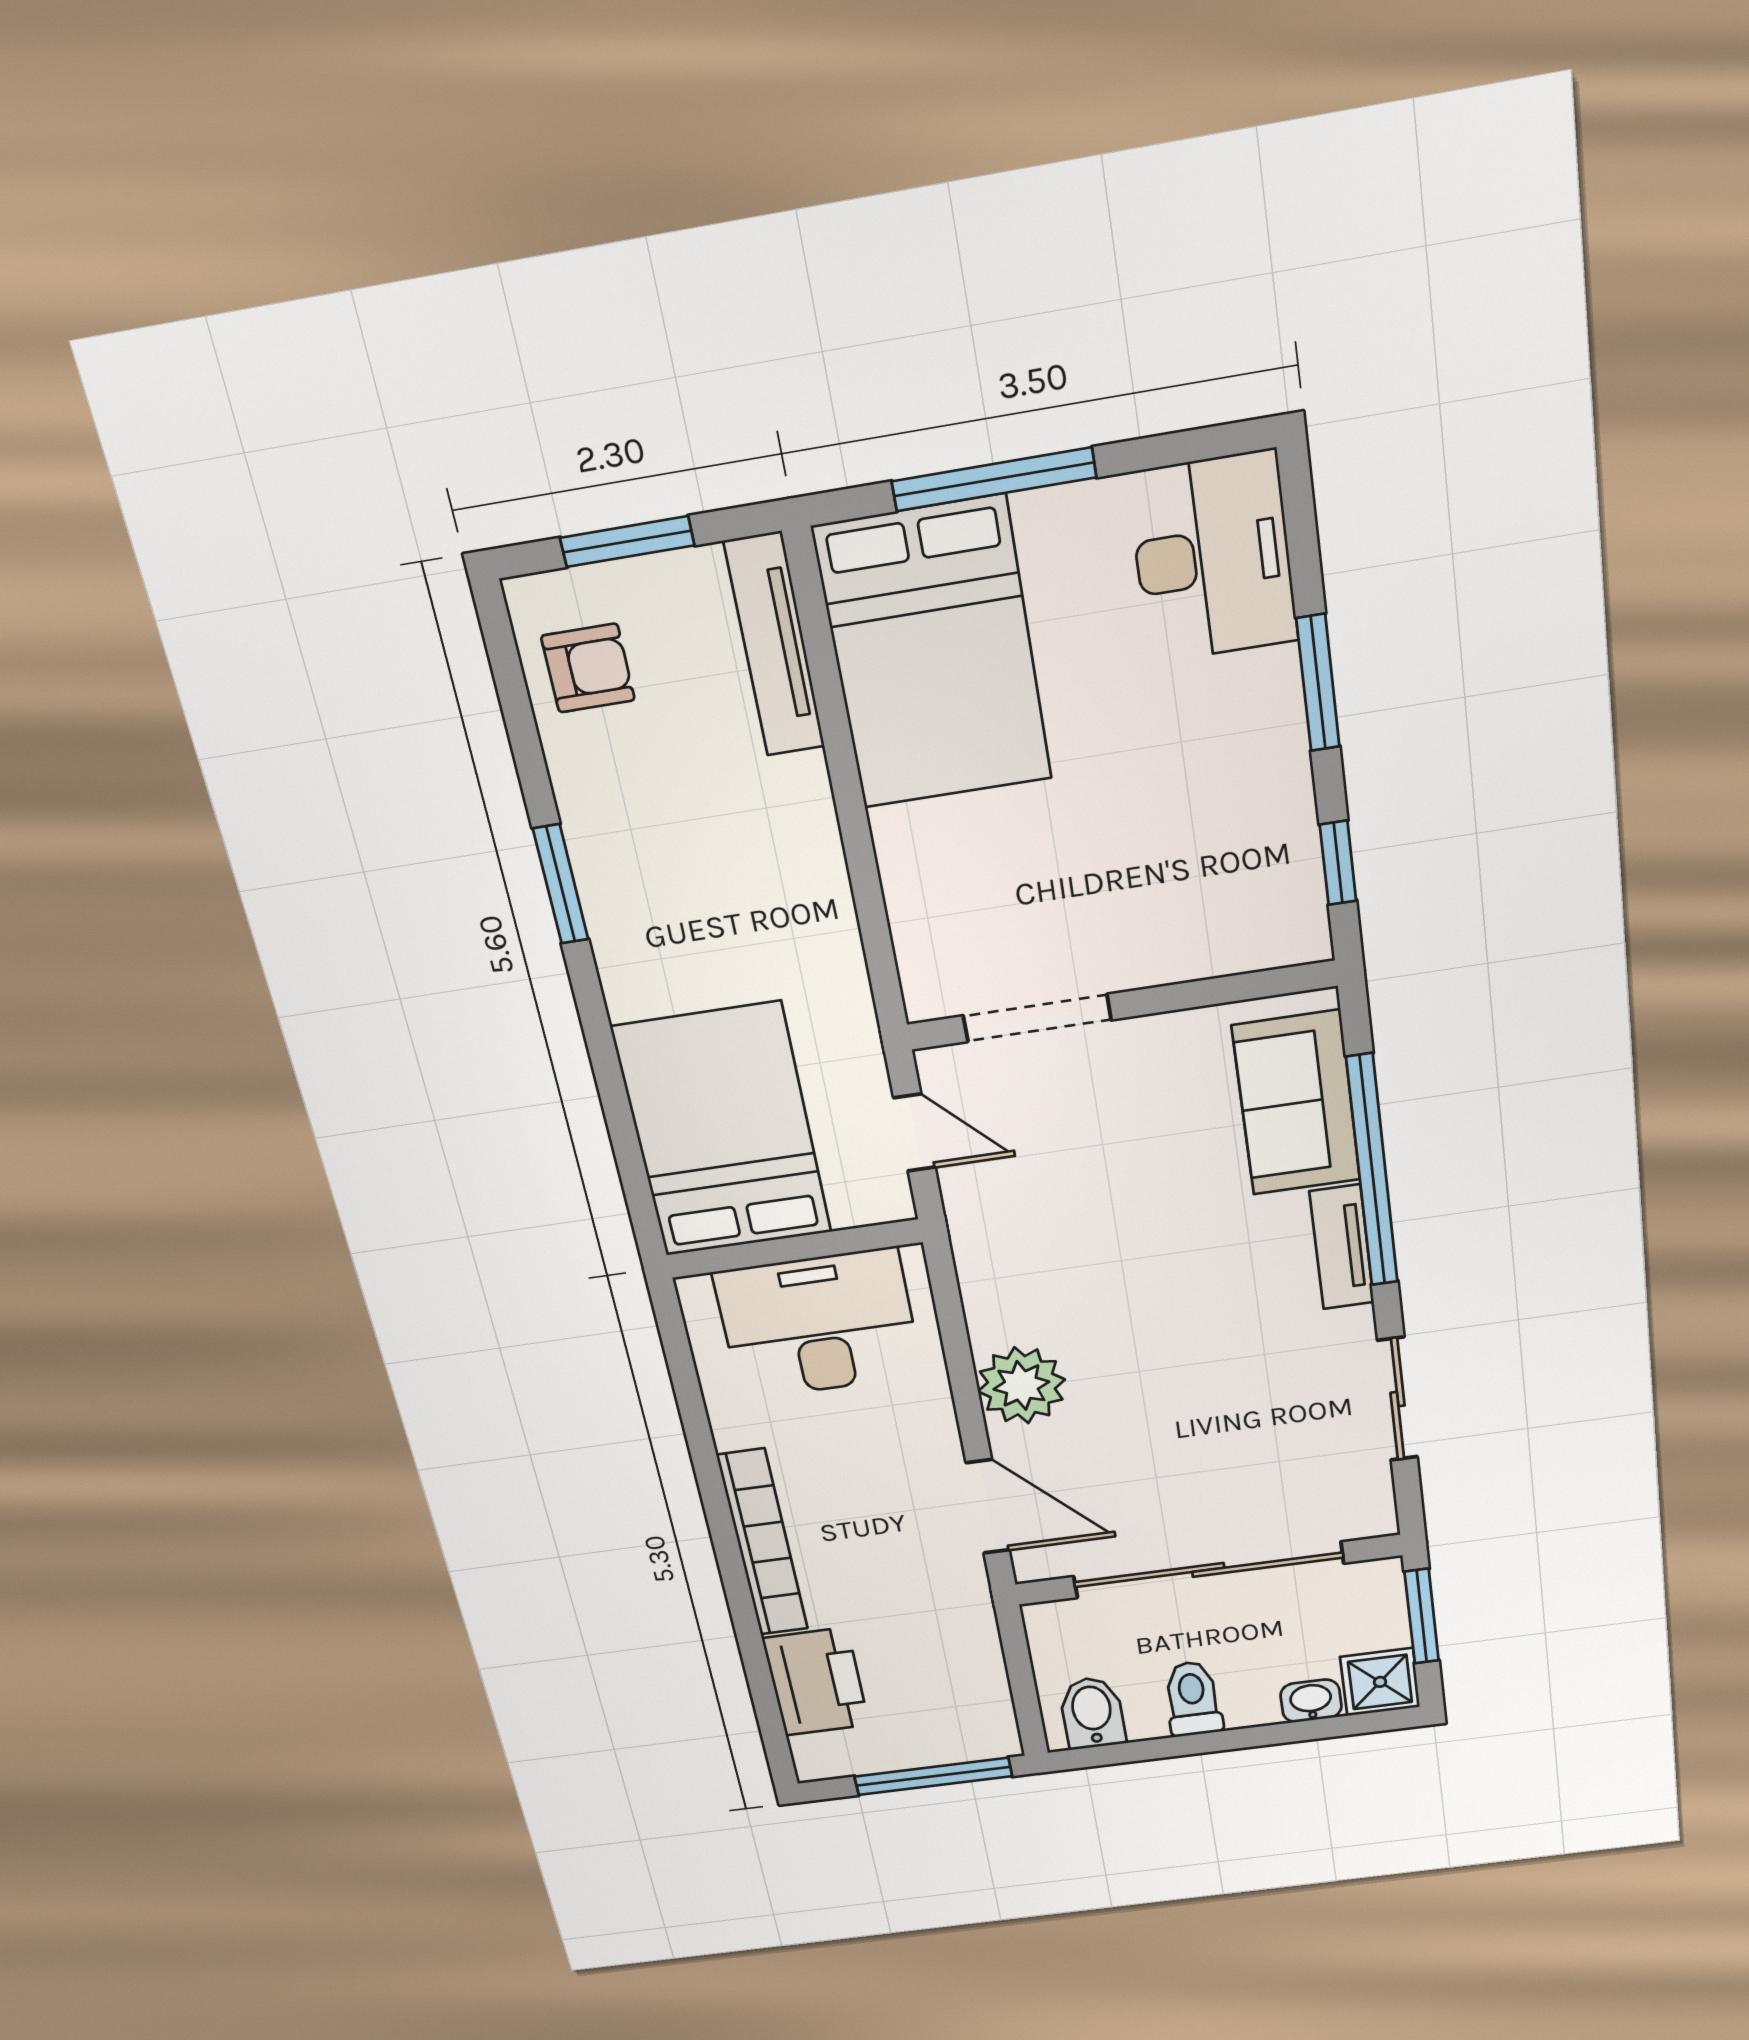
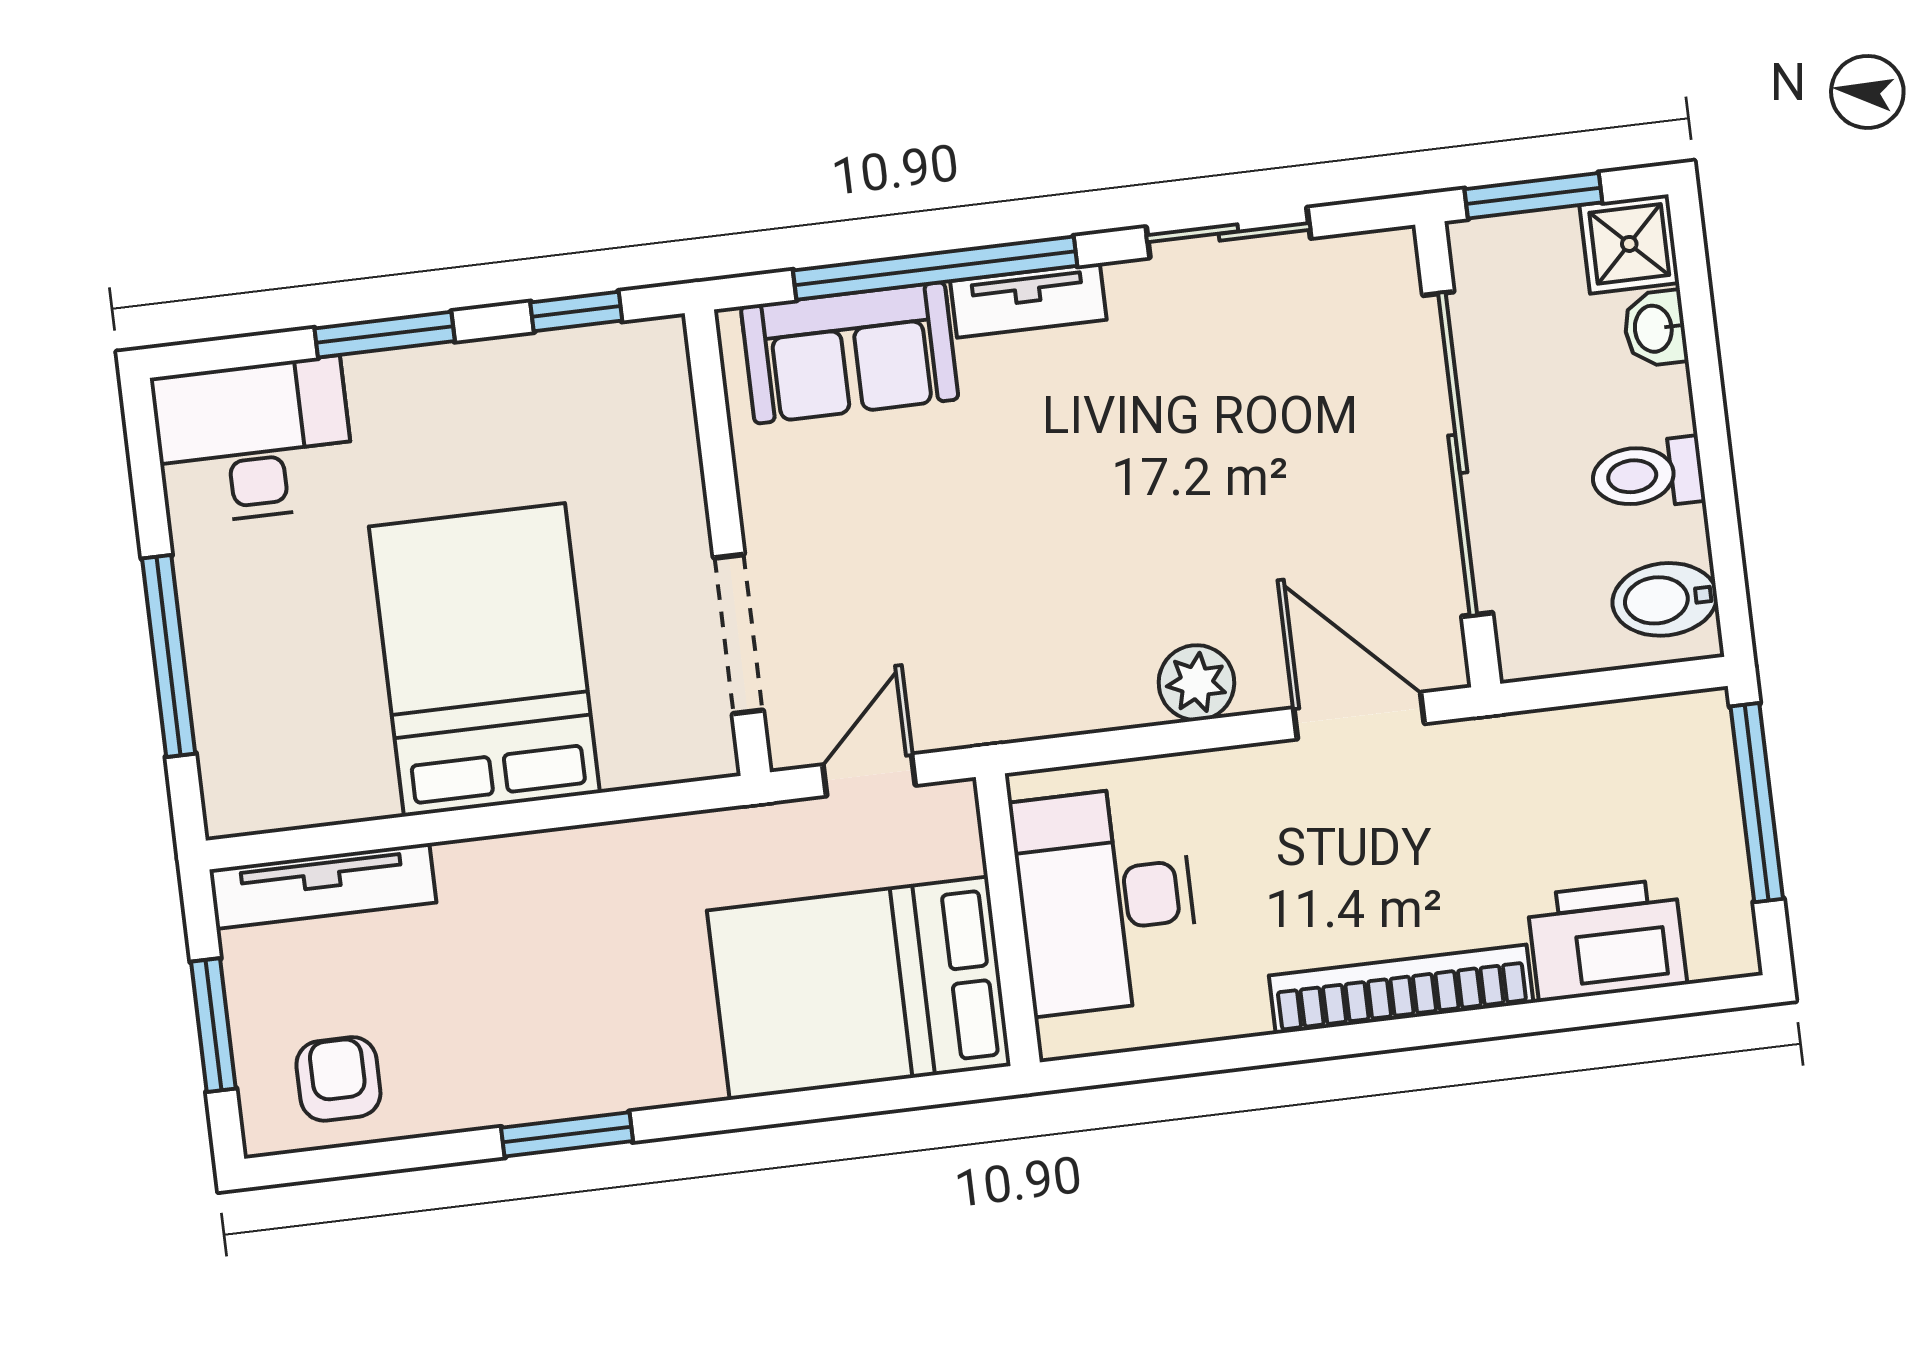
bed: (933, 654) -> (484, 660), moved, turned -90
plant: (1021, 1385) -> (1196, 683), width x0.73, depth x0.73
door: (988, 1507) -> (1359, 716), hinge flipped

